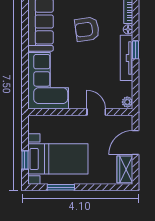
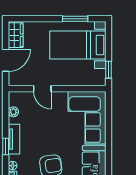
tv unit: (127, 58) -> (14, 139), width x0.71
plant: (127, 102) -> (13, 112), moved
window: (25, 160) -> (109, 70), moved

